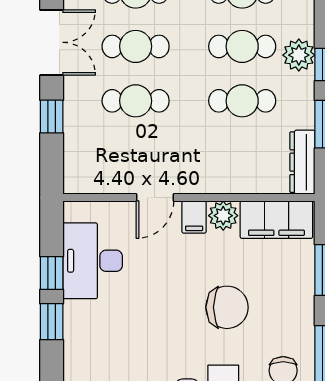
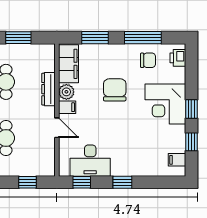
window: (52, 116) -> (28, 182), moved
dresser: (302, 162) -> (48, 89), moved, turned 90
window: (52, 273) -> (82, 182), moved

